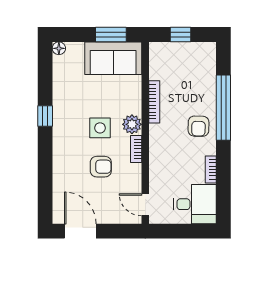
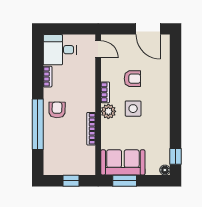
window: (45, 116) -> (175, 156), moved
armchair: (101, 167) -> (132, 79), turned 180

